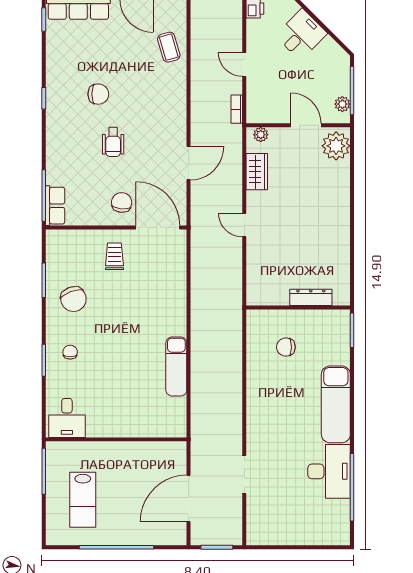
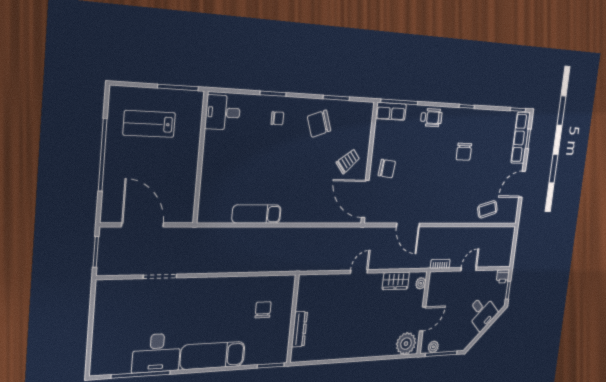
wheelchair: (113, 142) -> (431, 117), moved, turned 180
door: (158, 228) -> (365, 199), swing flipped
trolley: (114, 256) -> (348, 161), turned -40

